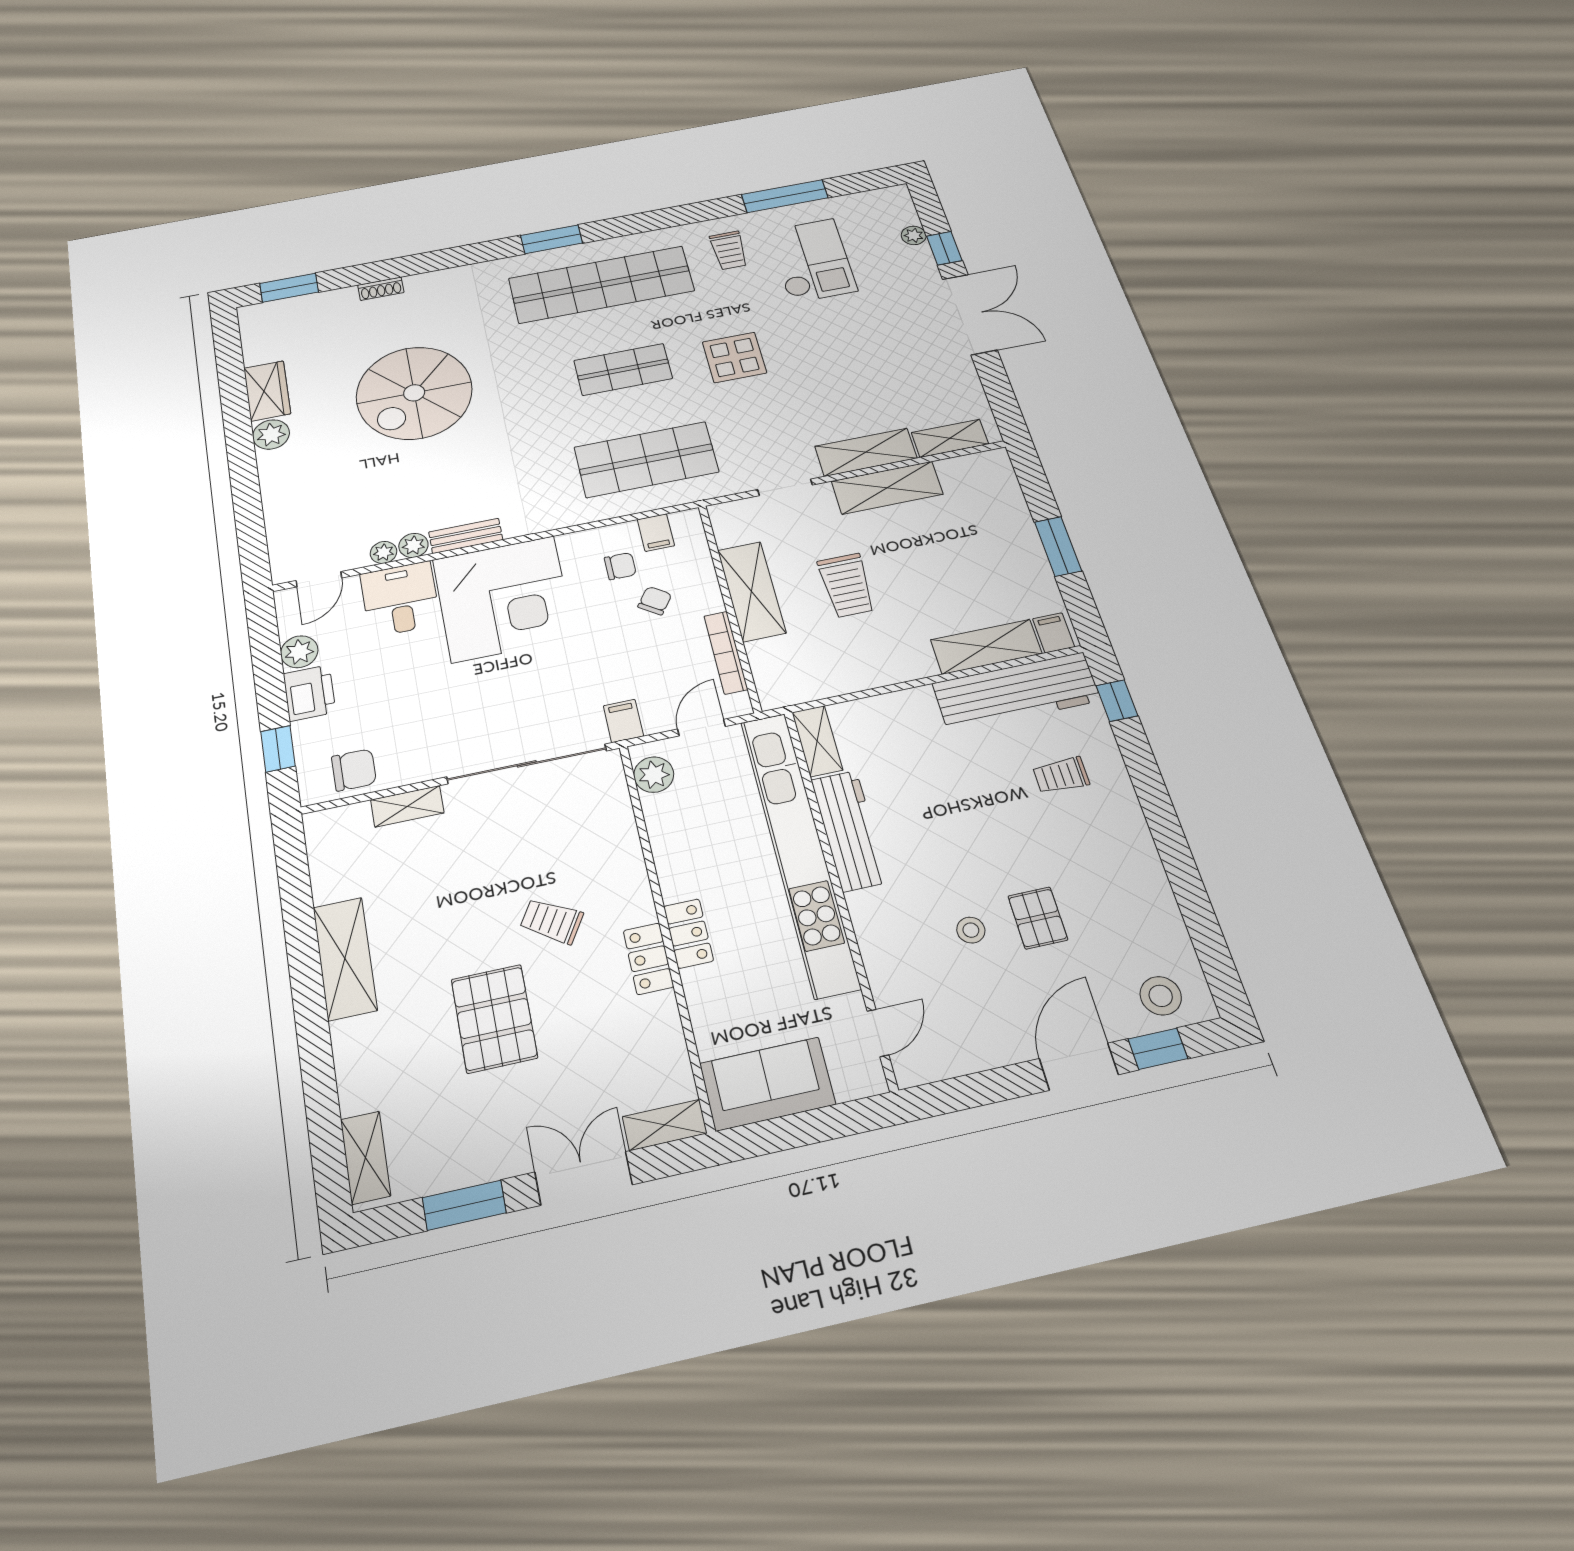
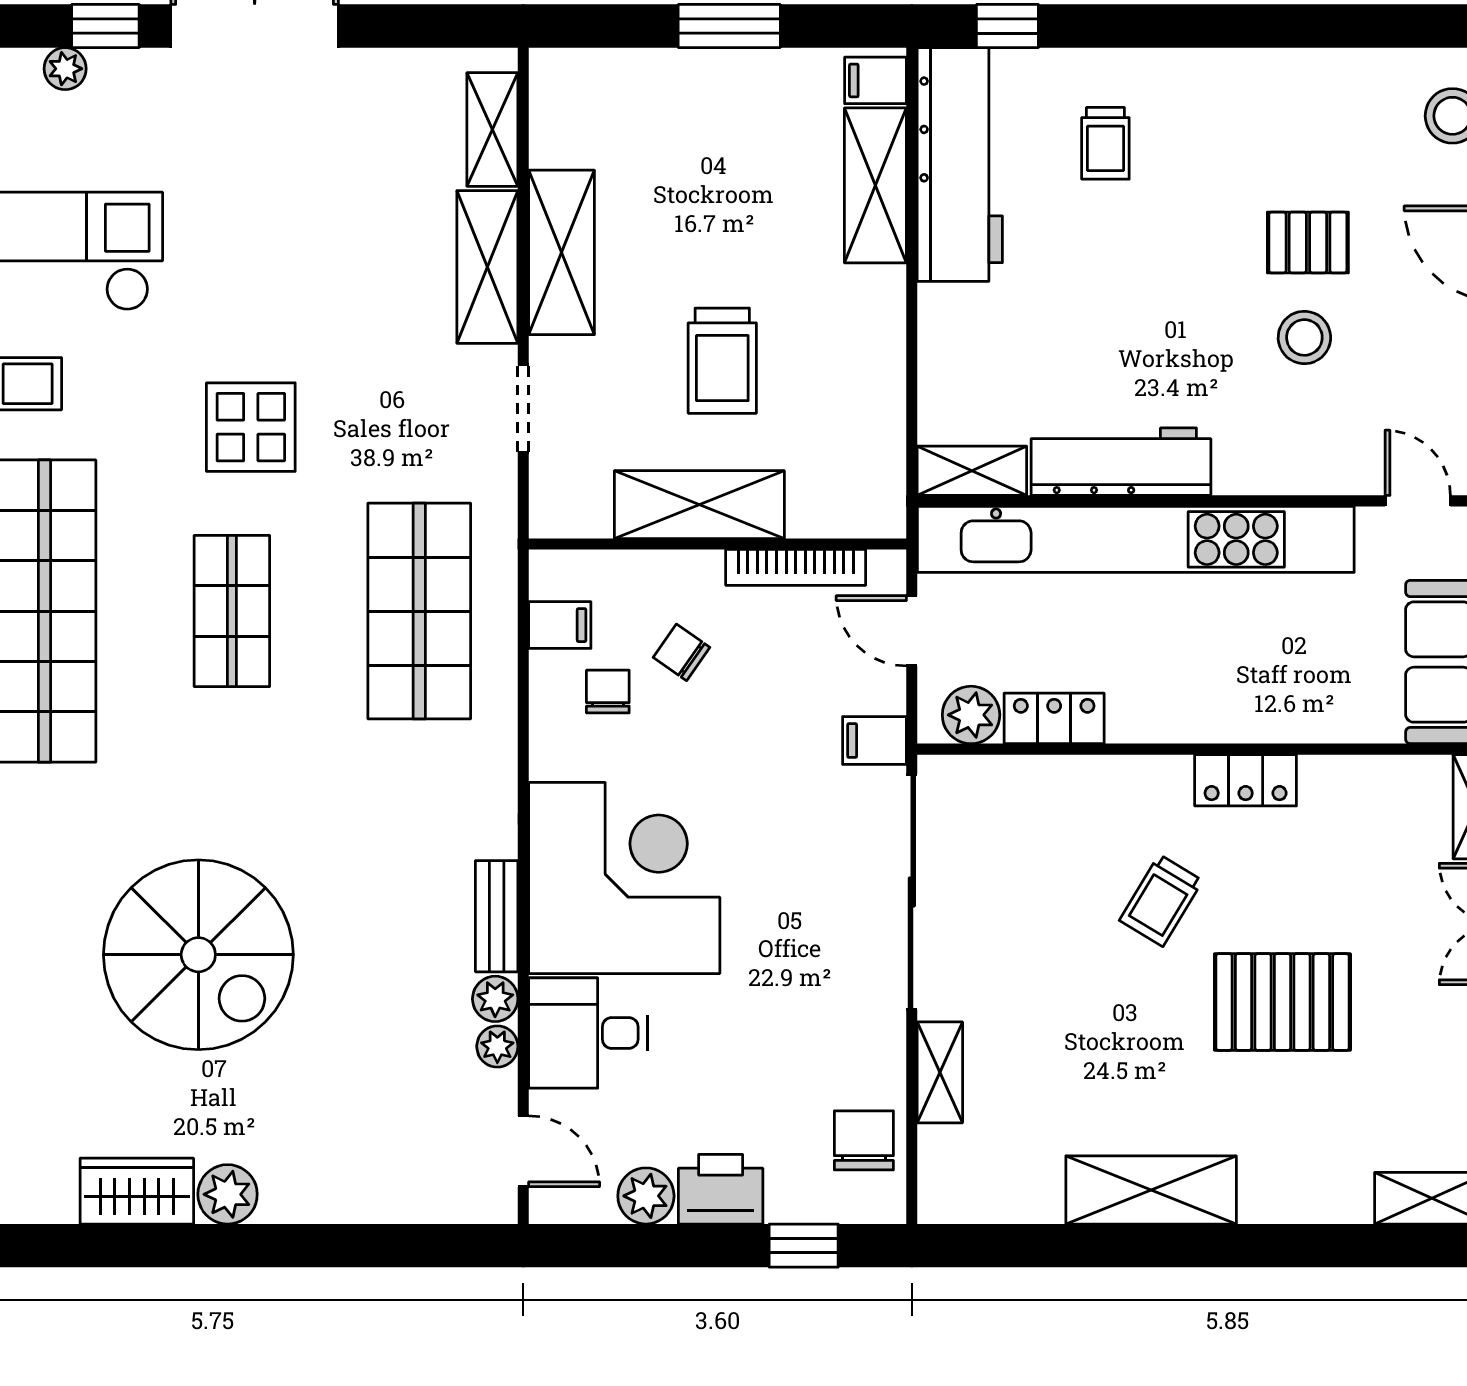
trolley: (847, 585) -> (722, 361), turned 90
stool: (971, 930) -> (1304, 337), width x1.37, depth x1.37
locker: (689, 933) -> (1054, 718), moved

